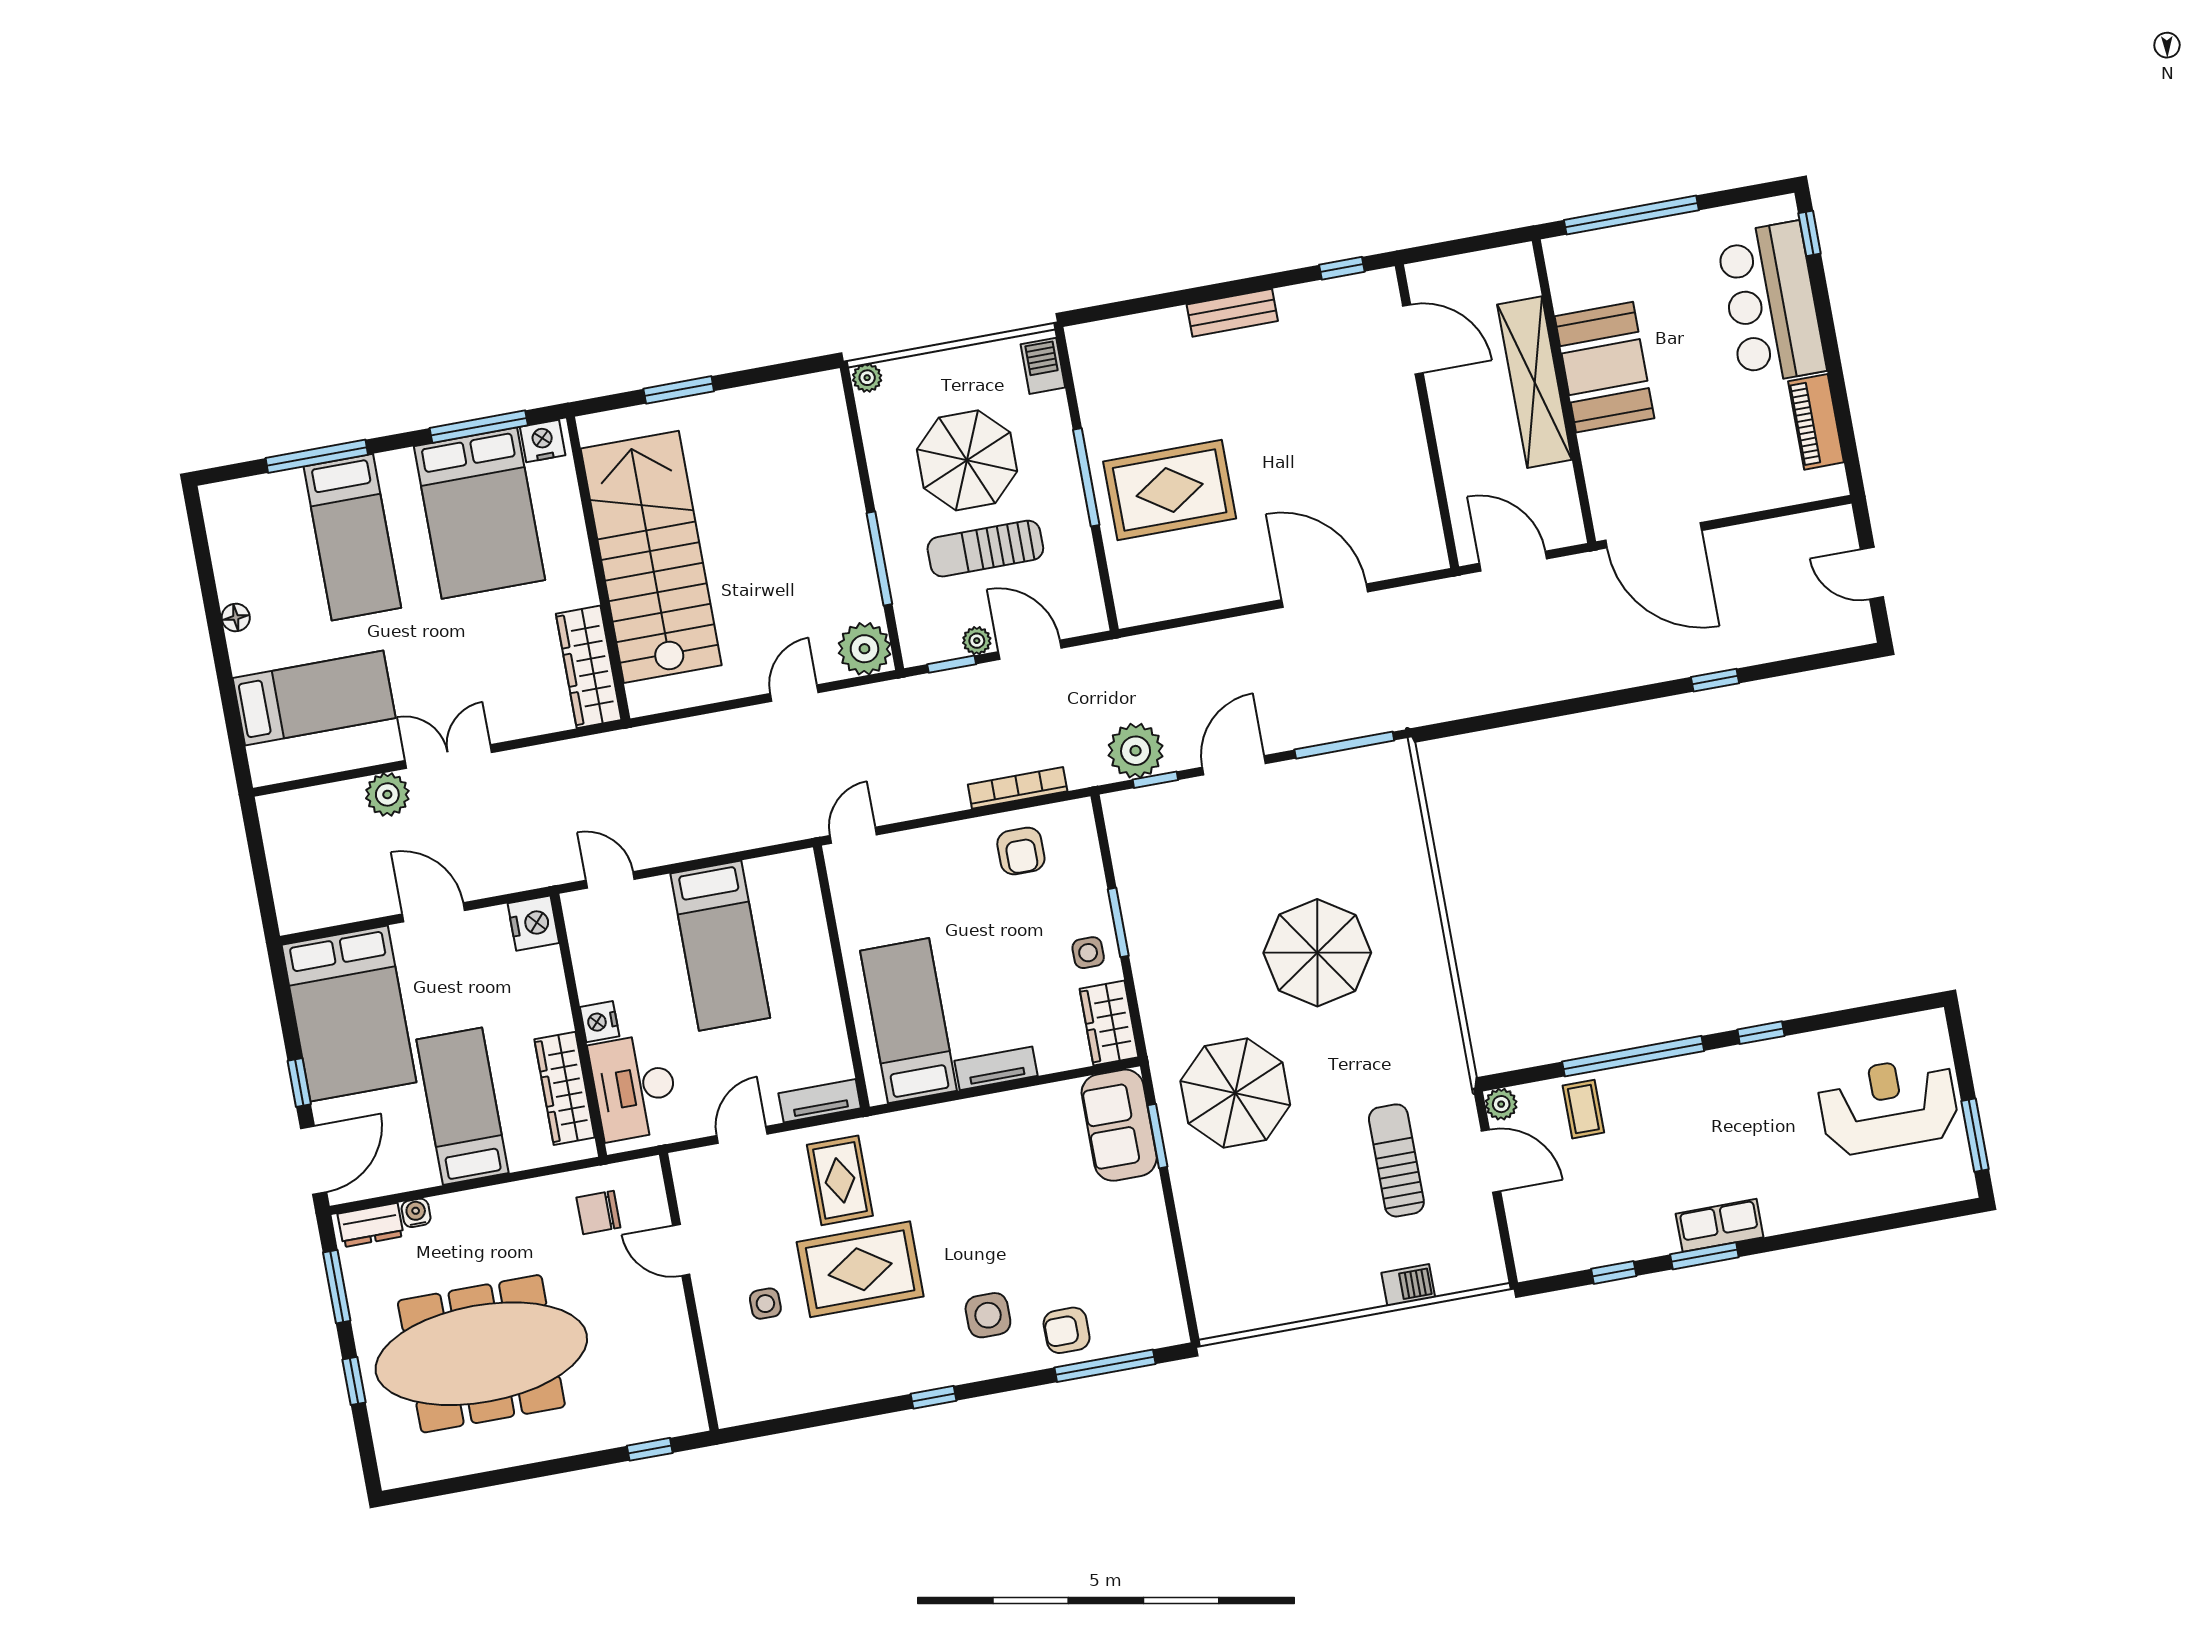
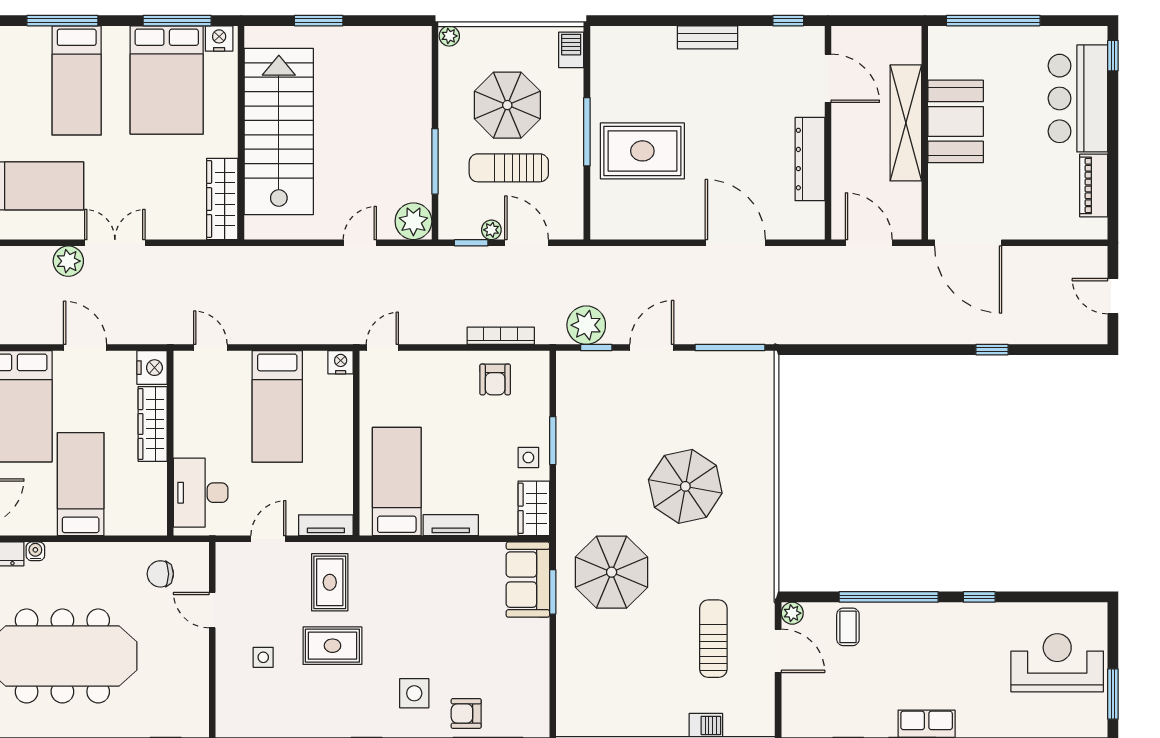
dresser: (1408, 458) -> (810, 159), added
nightstand: (600, 1022) -> (341, 362), moved, turned 90
wardrobe: (565, 1088) -> (153, 424), moved
rug: (860, 1269) -> (332, 646), width x0.73, depth x0.70

